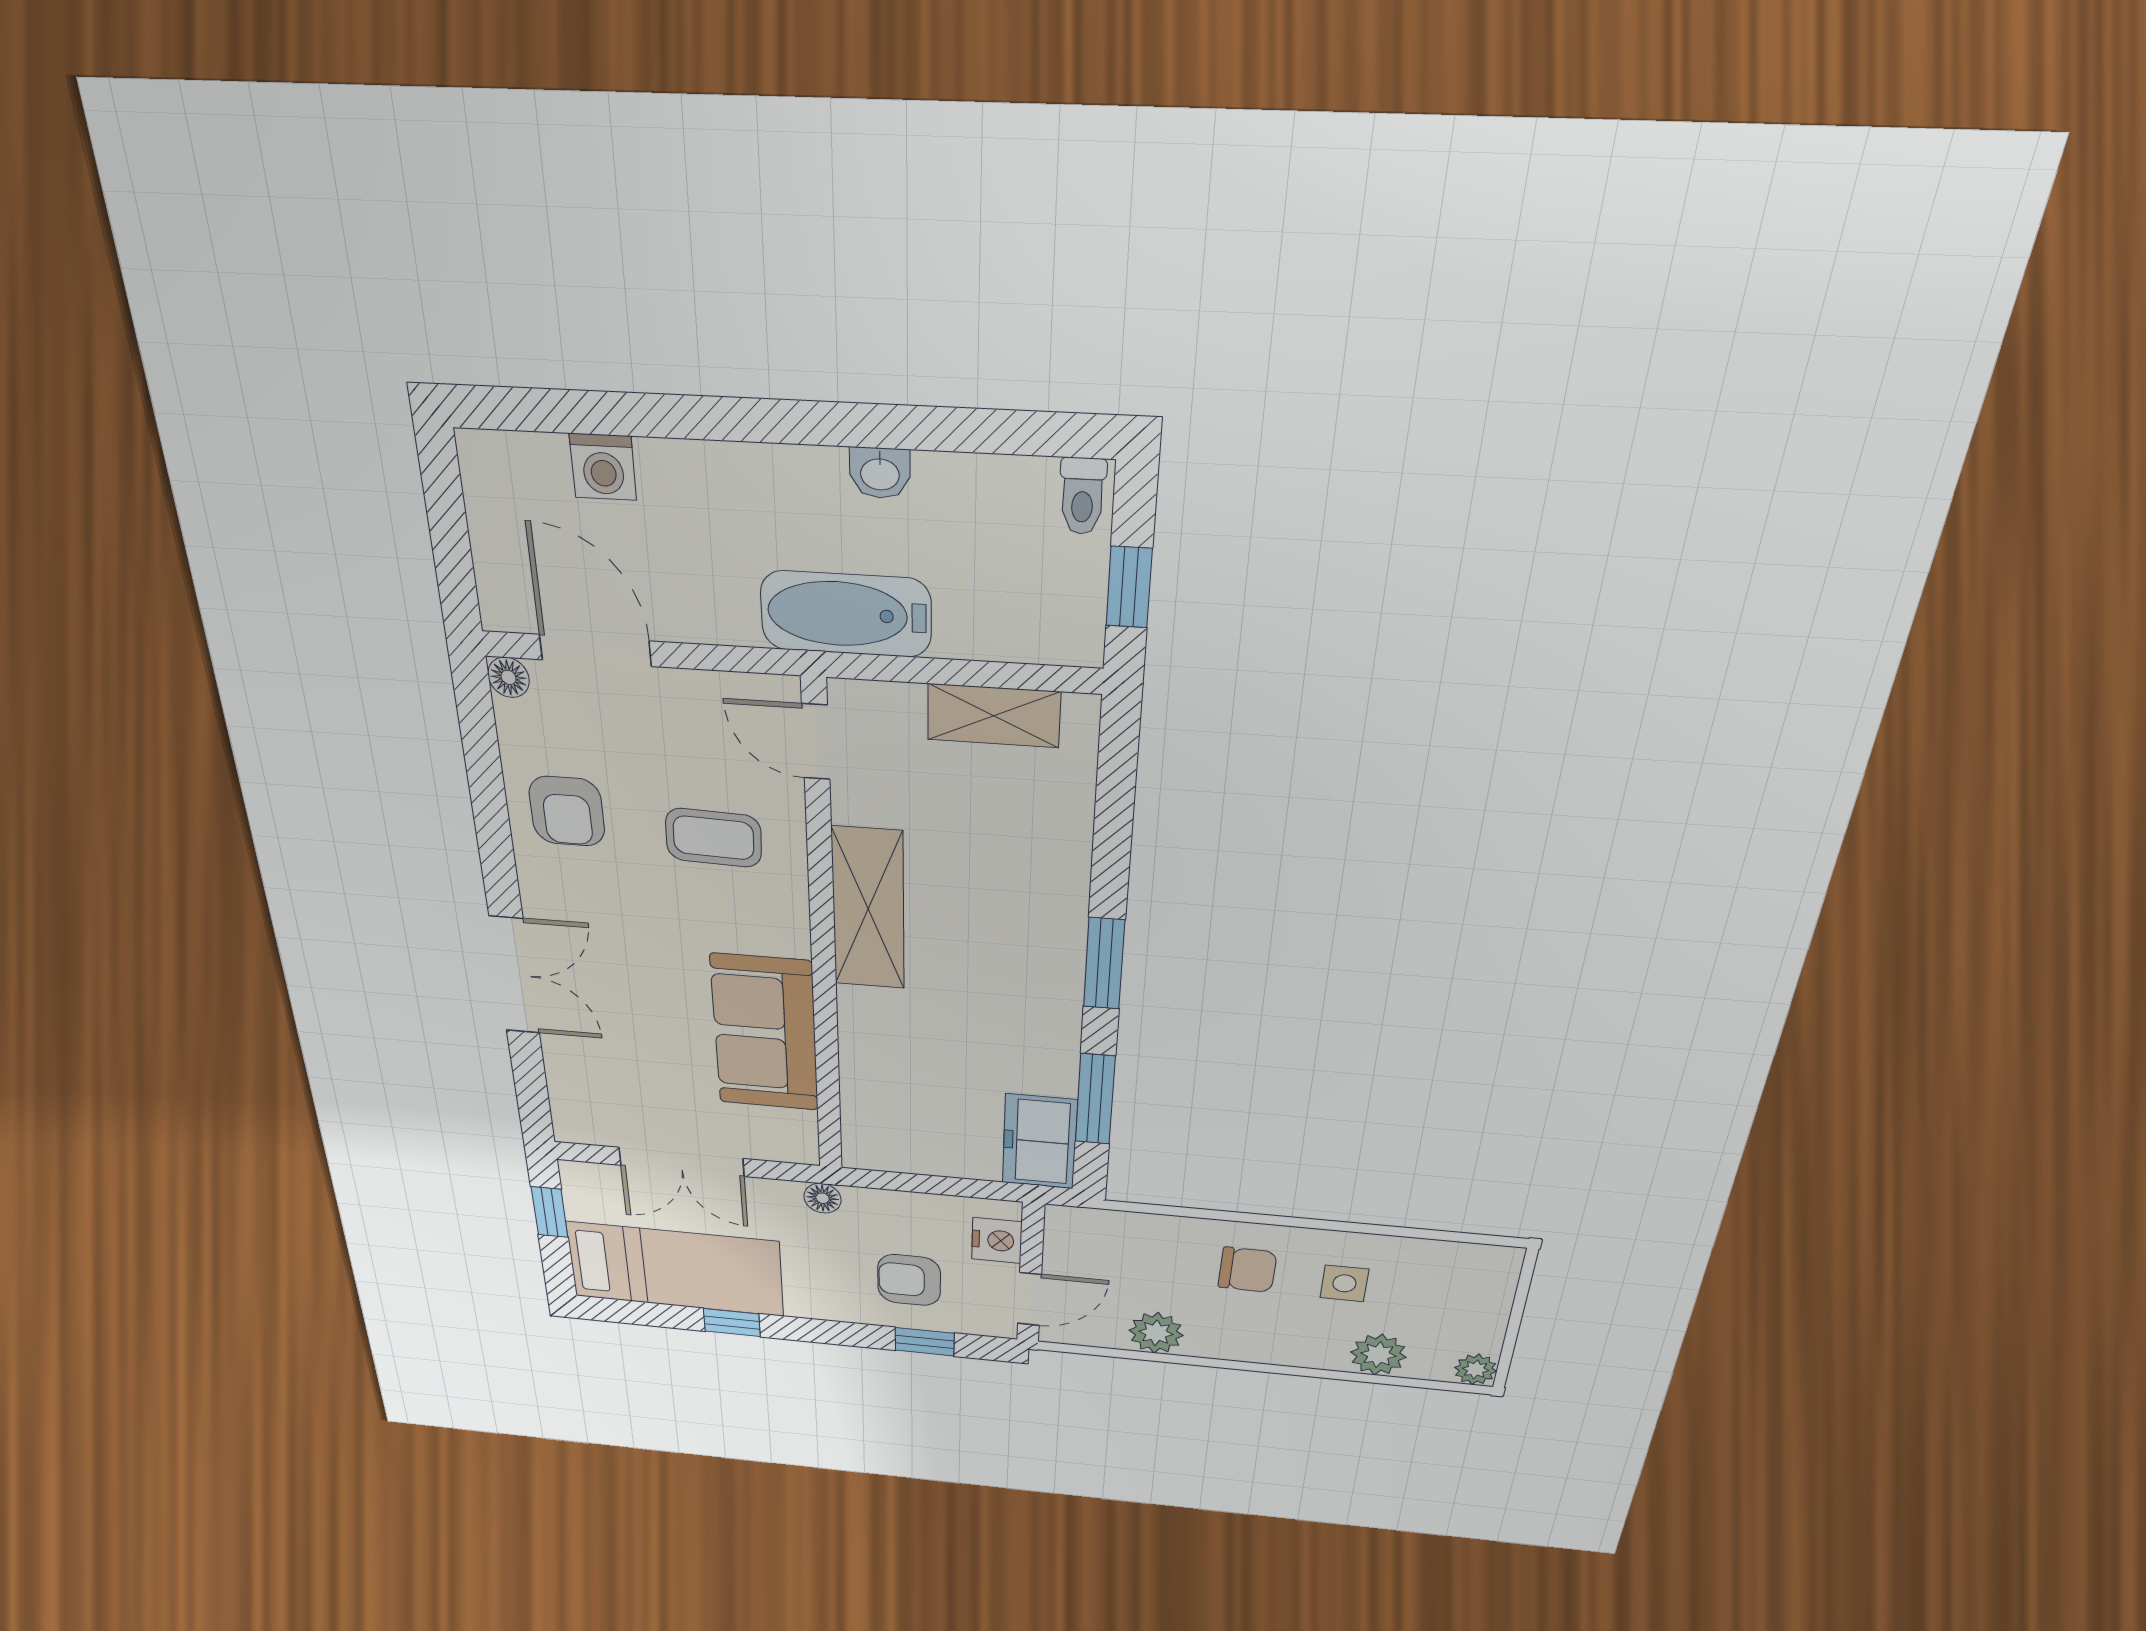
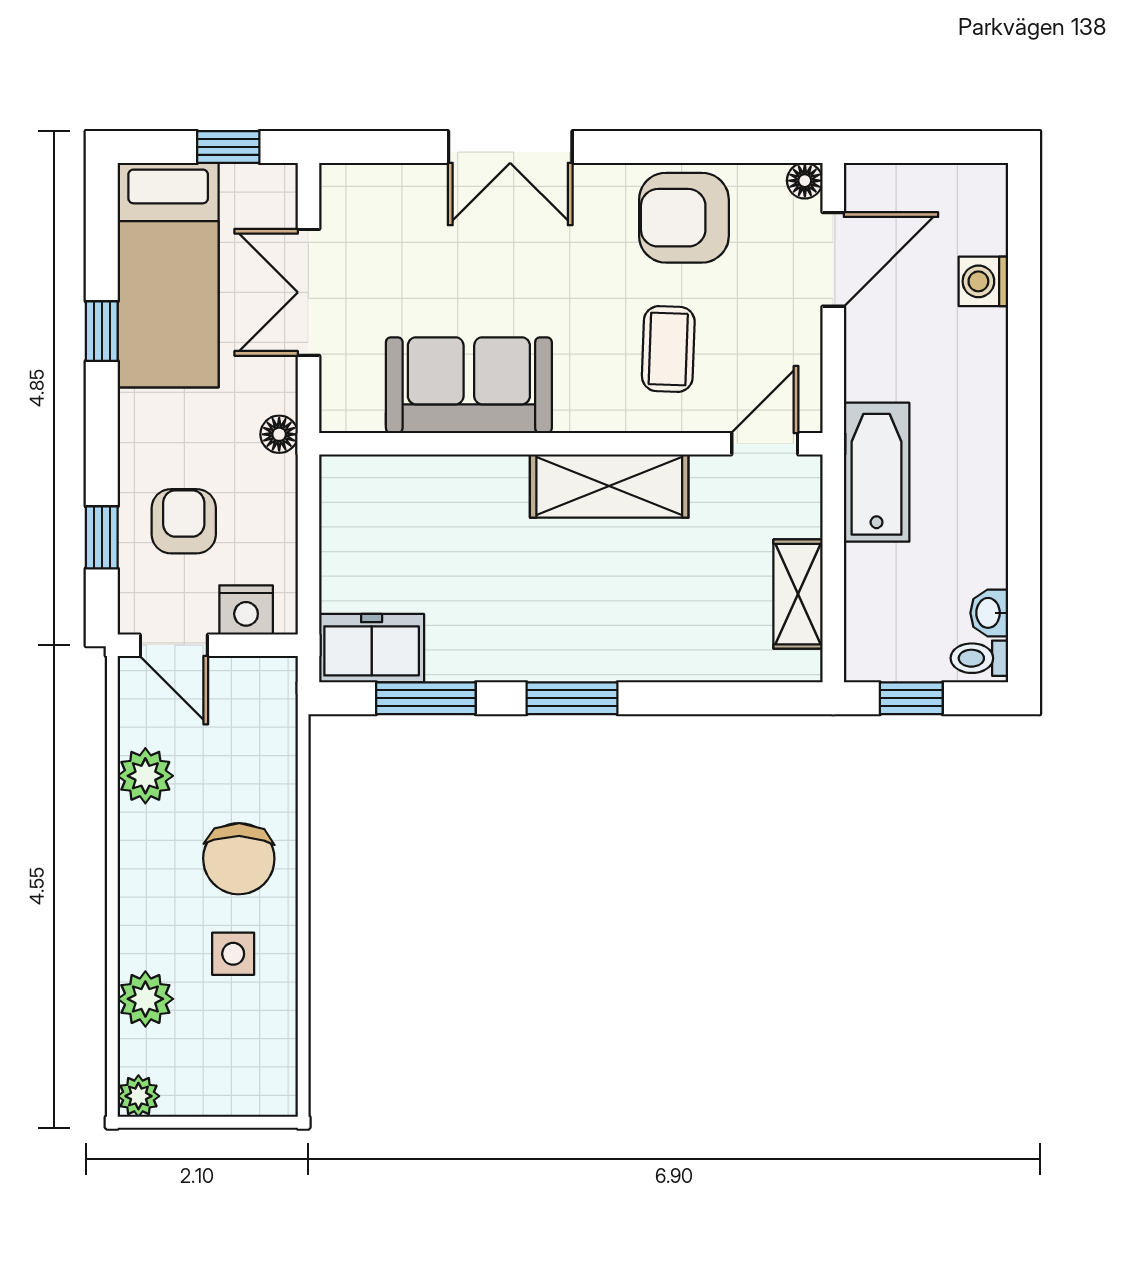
washbasin: (880, 473) -> (989, 613), moved
armchair: (567, 811) -> (684, 218), width x1.38, depth x1.38
chair: (1247, 1270) -> (239, 859), width x1.37, depth x1.37

